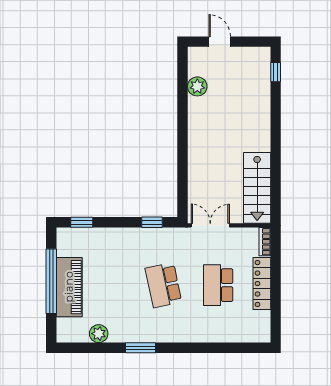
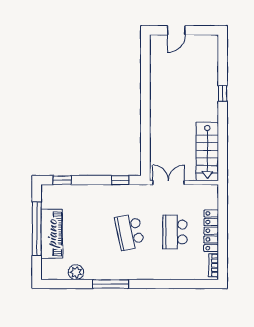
door: (220, 42) -> (176, 30), swing flipped
window: (276, 72) -> (223, 93), moved
plant: (197, 86) -> (158, 67), removed
bookcase: (265, 242) -> (214, 265), moved
window: (140, 348) -> (111, 284), width x1.44

